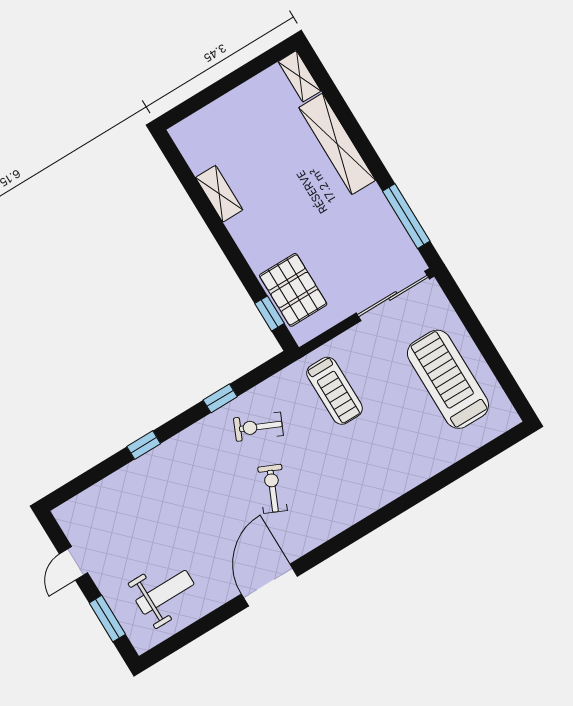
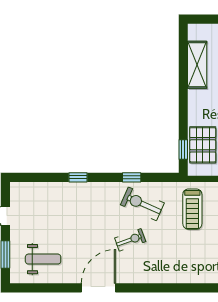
shelving: (219, 194) -> (197, 65), width x1.50, depth x1.33
exercise bike: (258, 427) -> (142, 204), width x1.38, depth x1.39
exercise bike: (273, 489) -> (130, 240), turned 46

